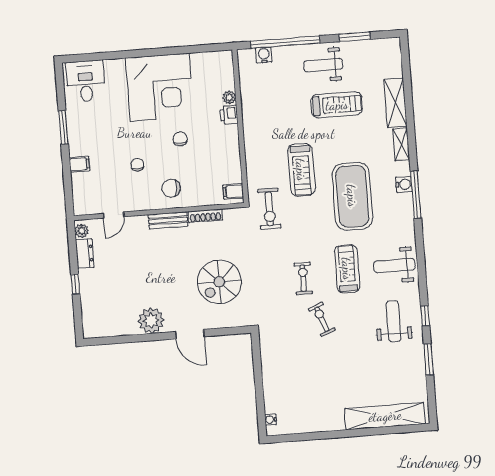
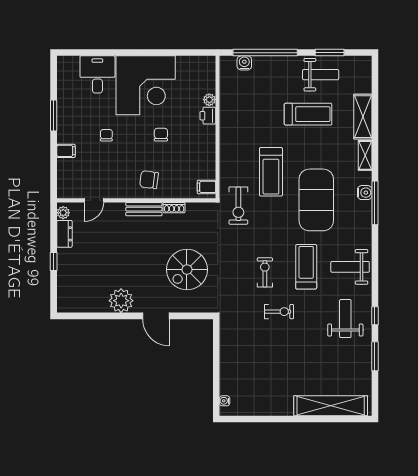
weight bench: (323, 65) -> (321, 75), moved, turned 180
desk: (86, 81) -> (97, 74), moved
chair: (137, 165) -> (106, 135), moved
shoe rack: (205, 216) -> (174, 208), width x0.70
exercise bike: (322, 319) -> (279, 312), turned 111

